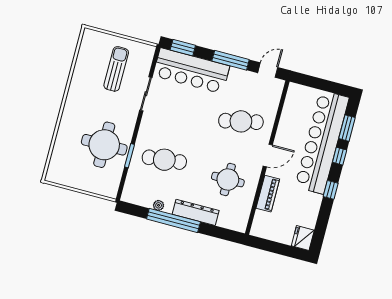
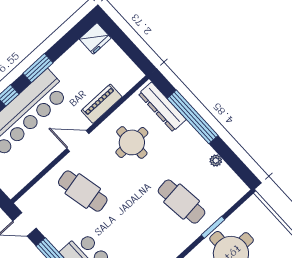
window: (331, 190) -> (38, 68), width x1.50
dresser: (196, 212) -> (162, 107), moved
window: (173, 220) -> (193, 117), moved

